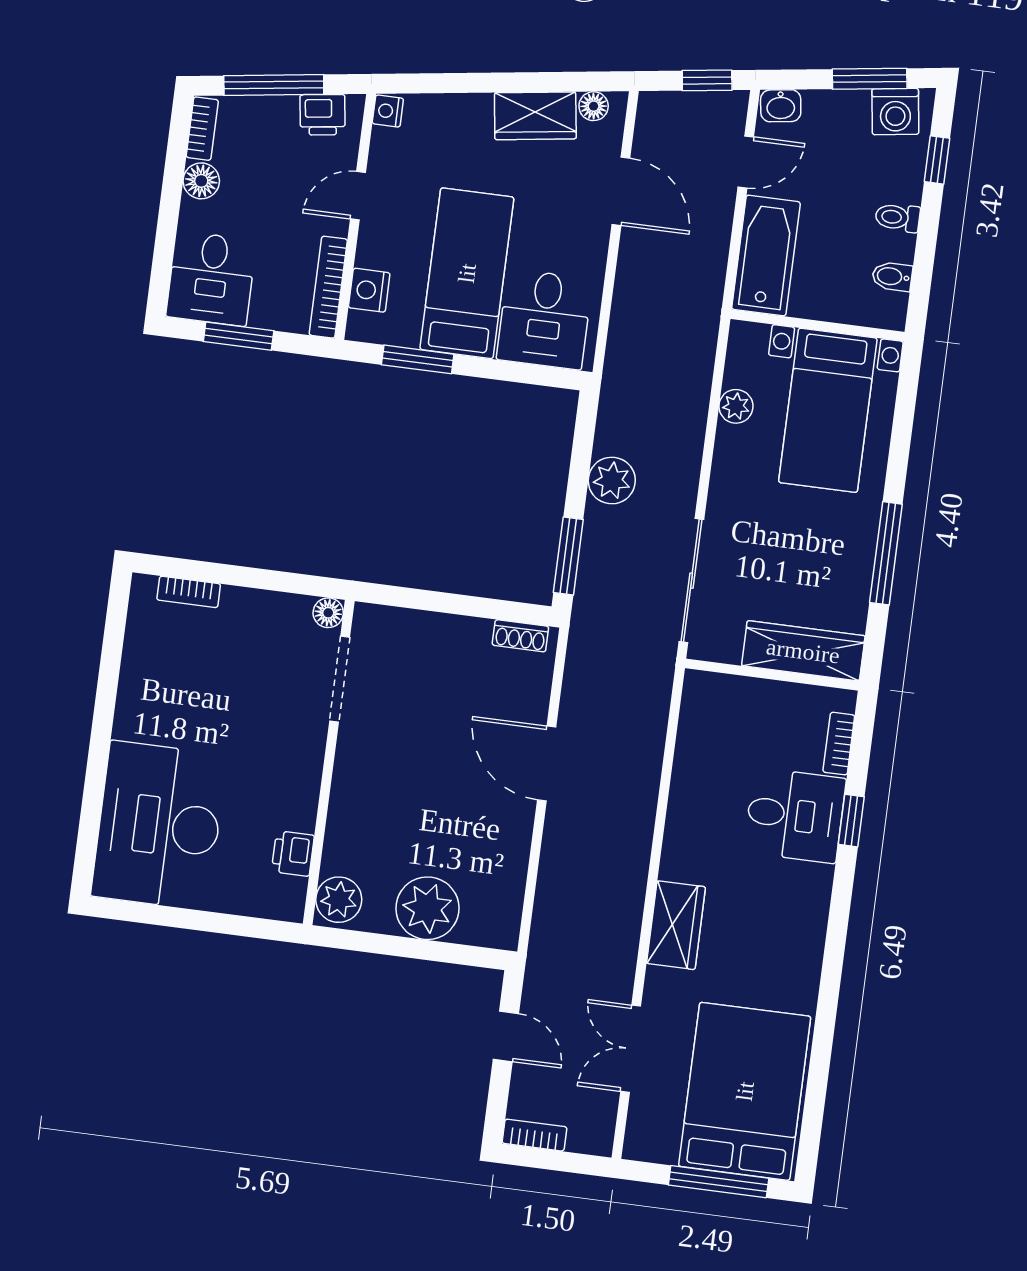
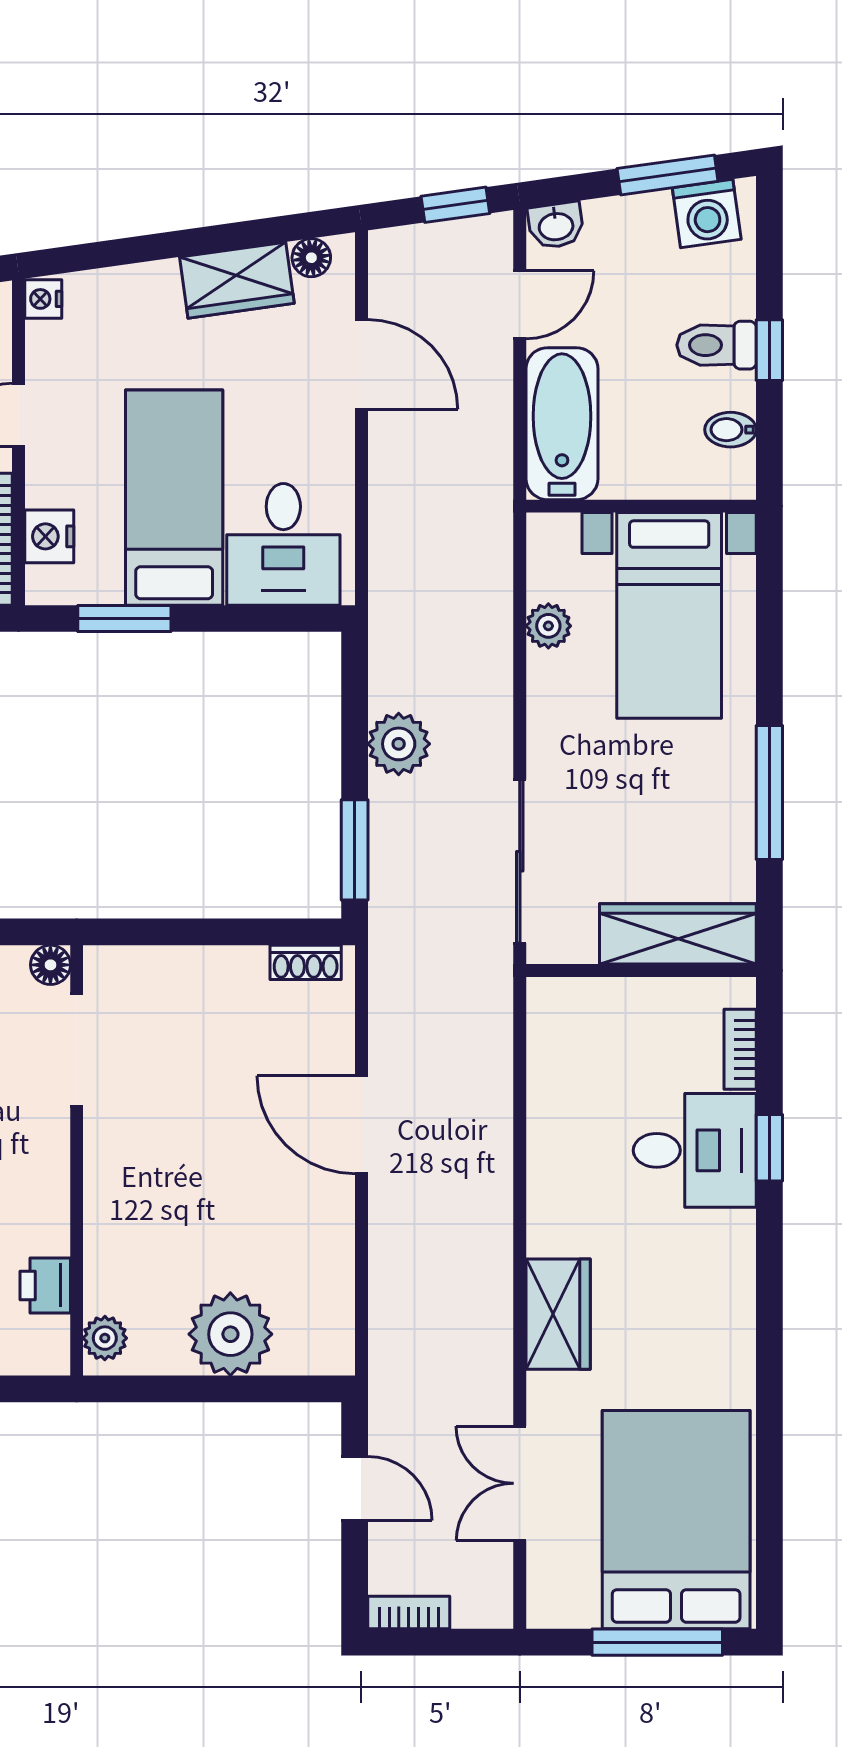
window: (937, 160) -> (769, 350), moved
toilet: (898, 217) -> (717, 345), width x1.37, depth x1.39
plant: (339, 900) -> (105, 1338), width x0.73, depth x0.73

